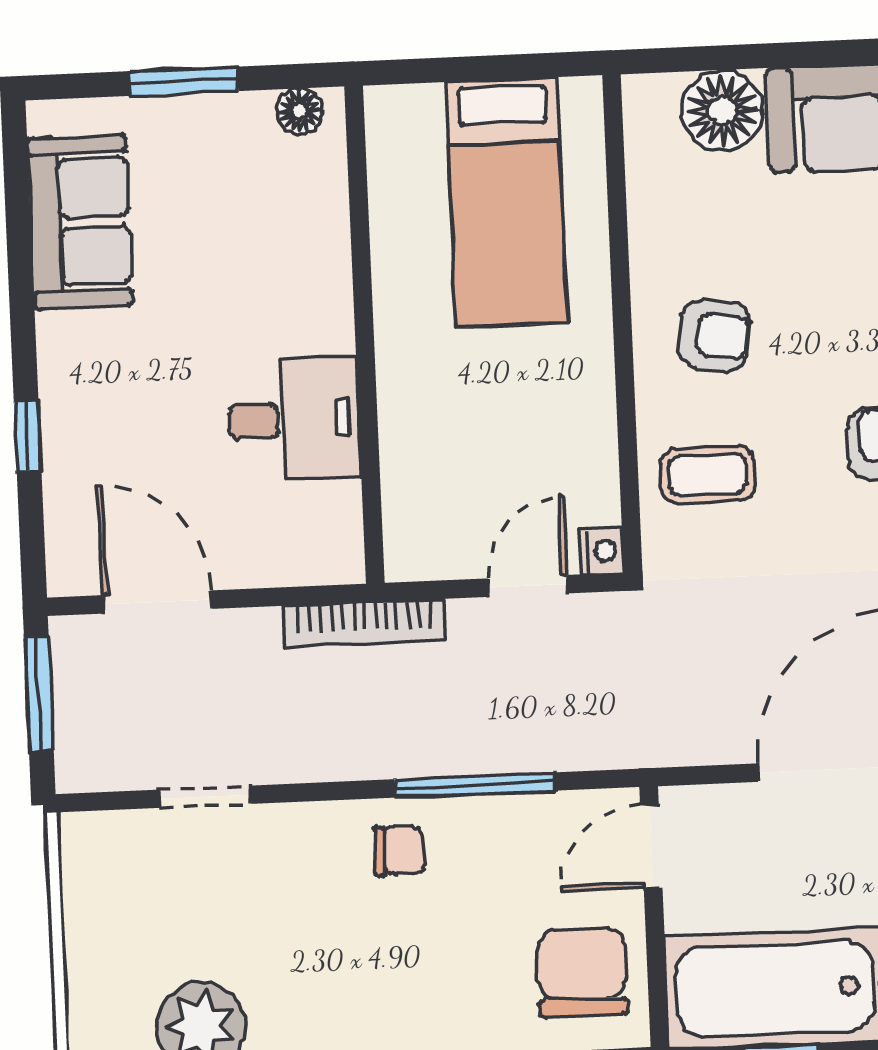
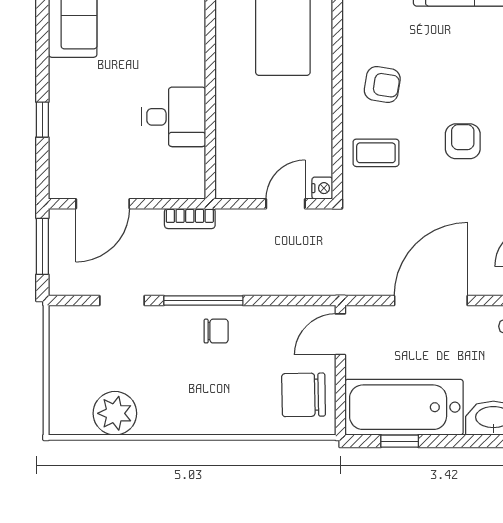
door: (157, 602) -> (103, 204), swing flipped
bookcase: (364, 623) -> (190, 218), width x0.64
window: (475, 785) -> (203, 300), moved
chair: (582, 972) -> (304, 395), turned -91

